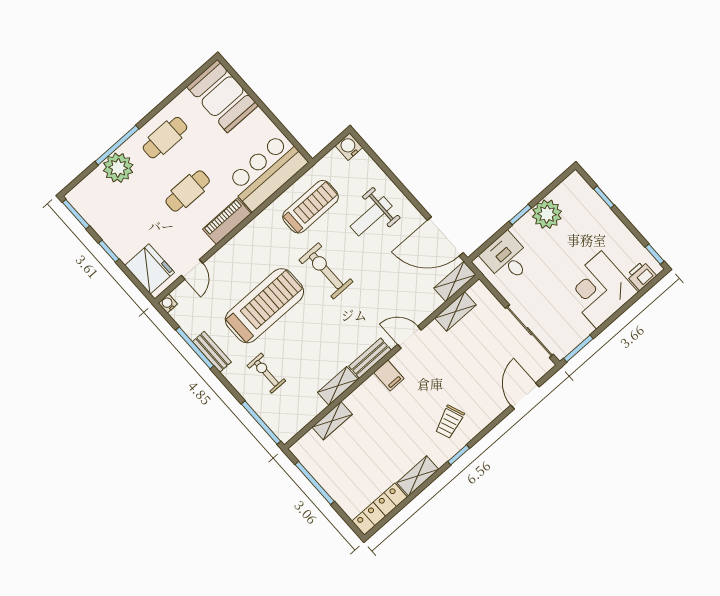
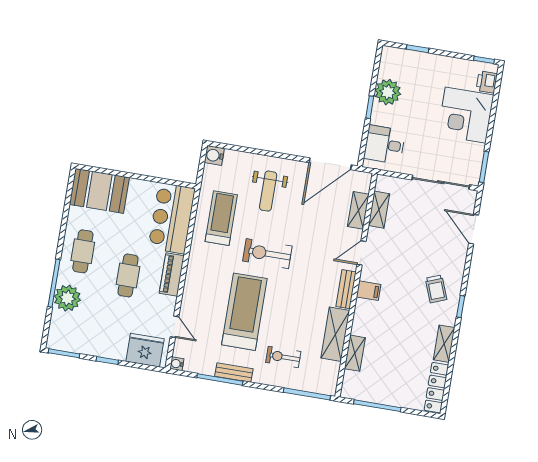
shelving: (455, 281) -> (358, 210), moved
shelving: (338, 386) -> (335, 334), width x1.50, depth x1.33

